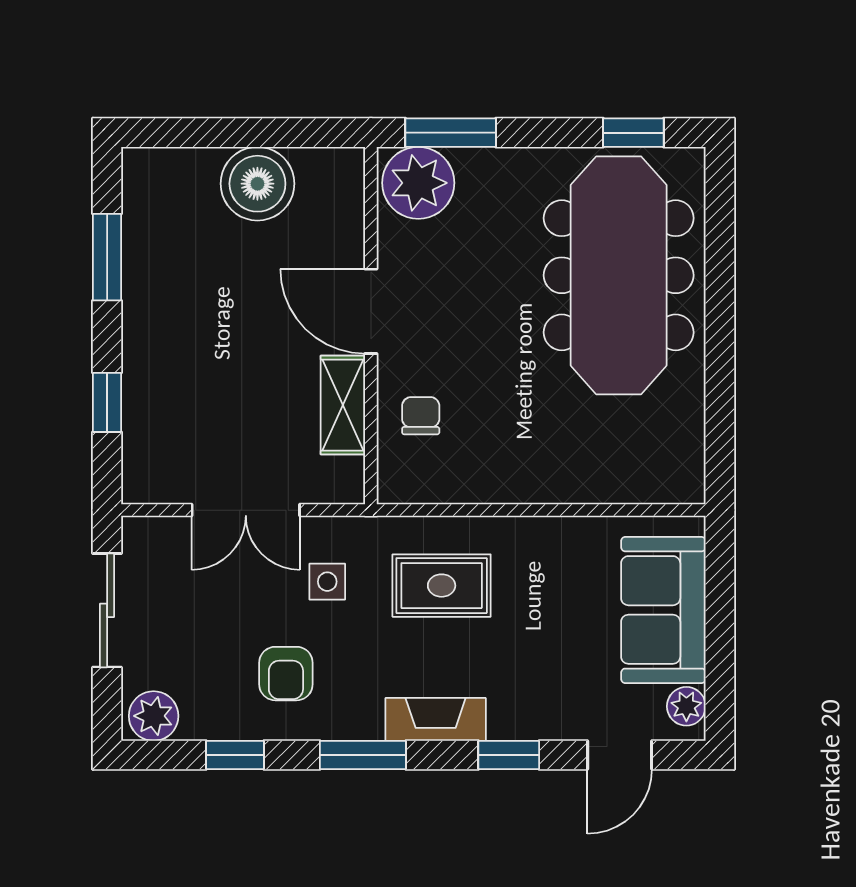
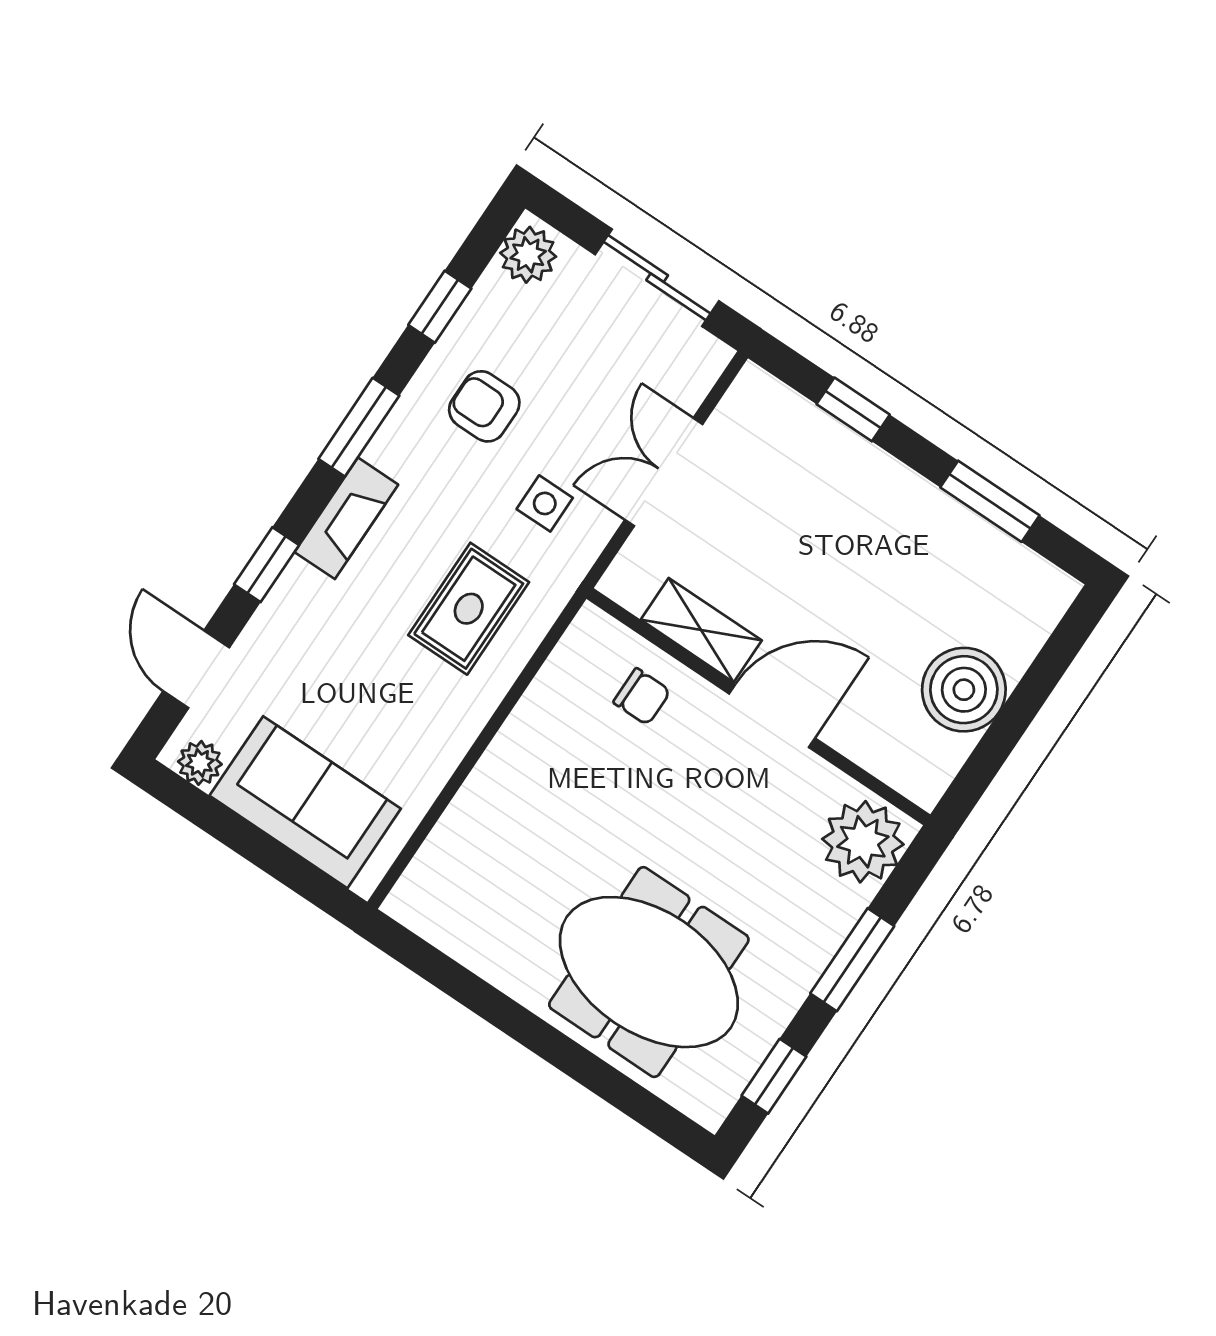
window: (451, 133) -> (852, 960), moved
meeting table: (619, 275) -> (649, 972), width x0.73

